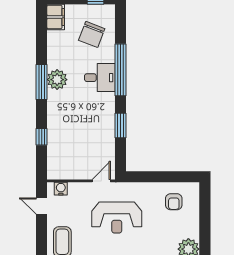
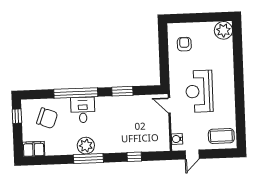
armchair: (174, 202) -> (184, 44), turned -90
reception desk: (117, 218) -> (199, 91), turned 180

